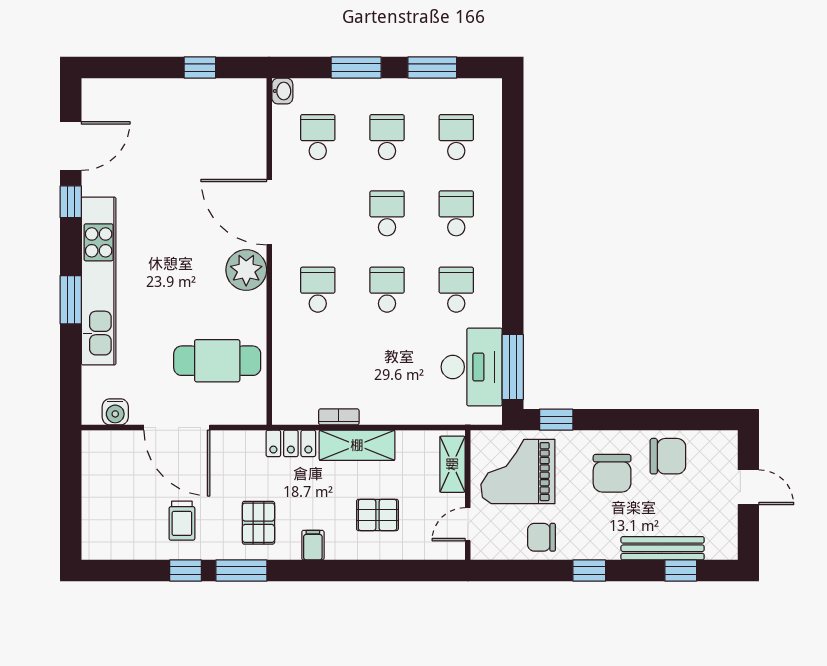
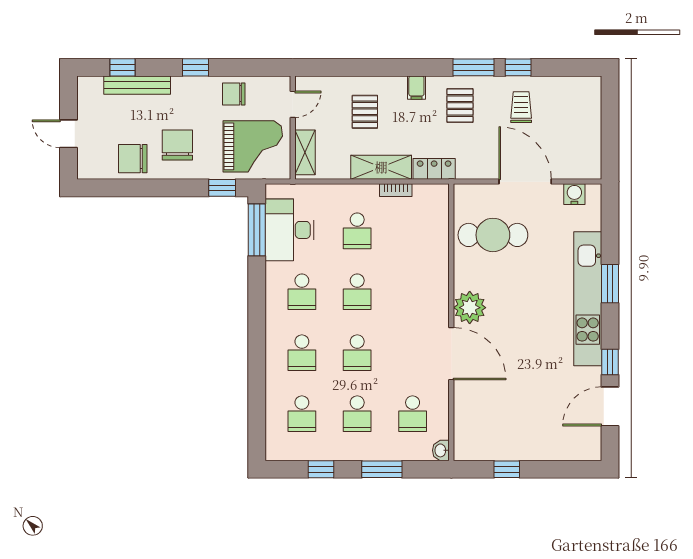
window: (432, 68) -> (321, 469), width x0.67
school desk: (318, 290) -> (357, 231), moved
pallet: (377, 515) -> (365, 112), turned 90
chair: (542, 537) -> (234, 94), turned 180

